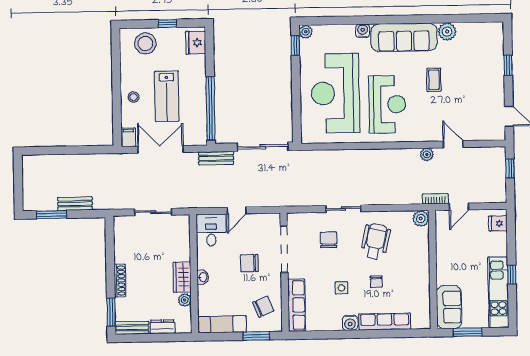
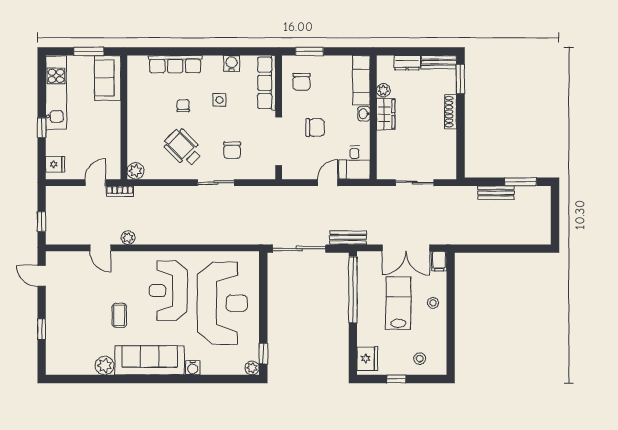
stool: (145, 43) -> (420, 359), width x0.53, depth x0.53
wheelchair: (376, 241) -> (183, 148), turned 122
window: (512, 274) -> (42, 128), moved
chair: (263, 307) -> (302, 82), turned -68
water cooler: (350, 323) -> (232, 63), moved
exam couch: (222, 324) -> (361, 80), moved, turned 90

